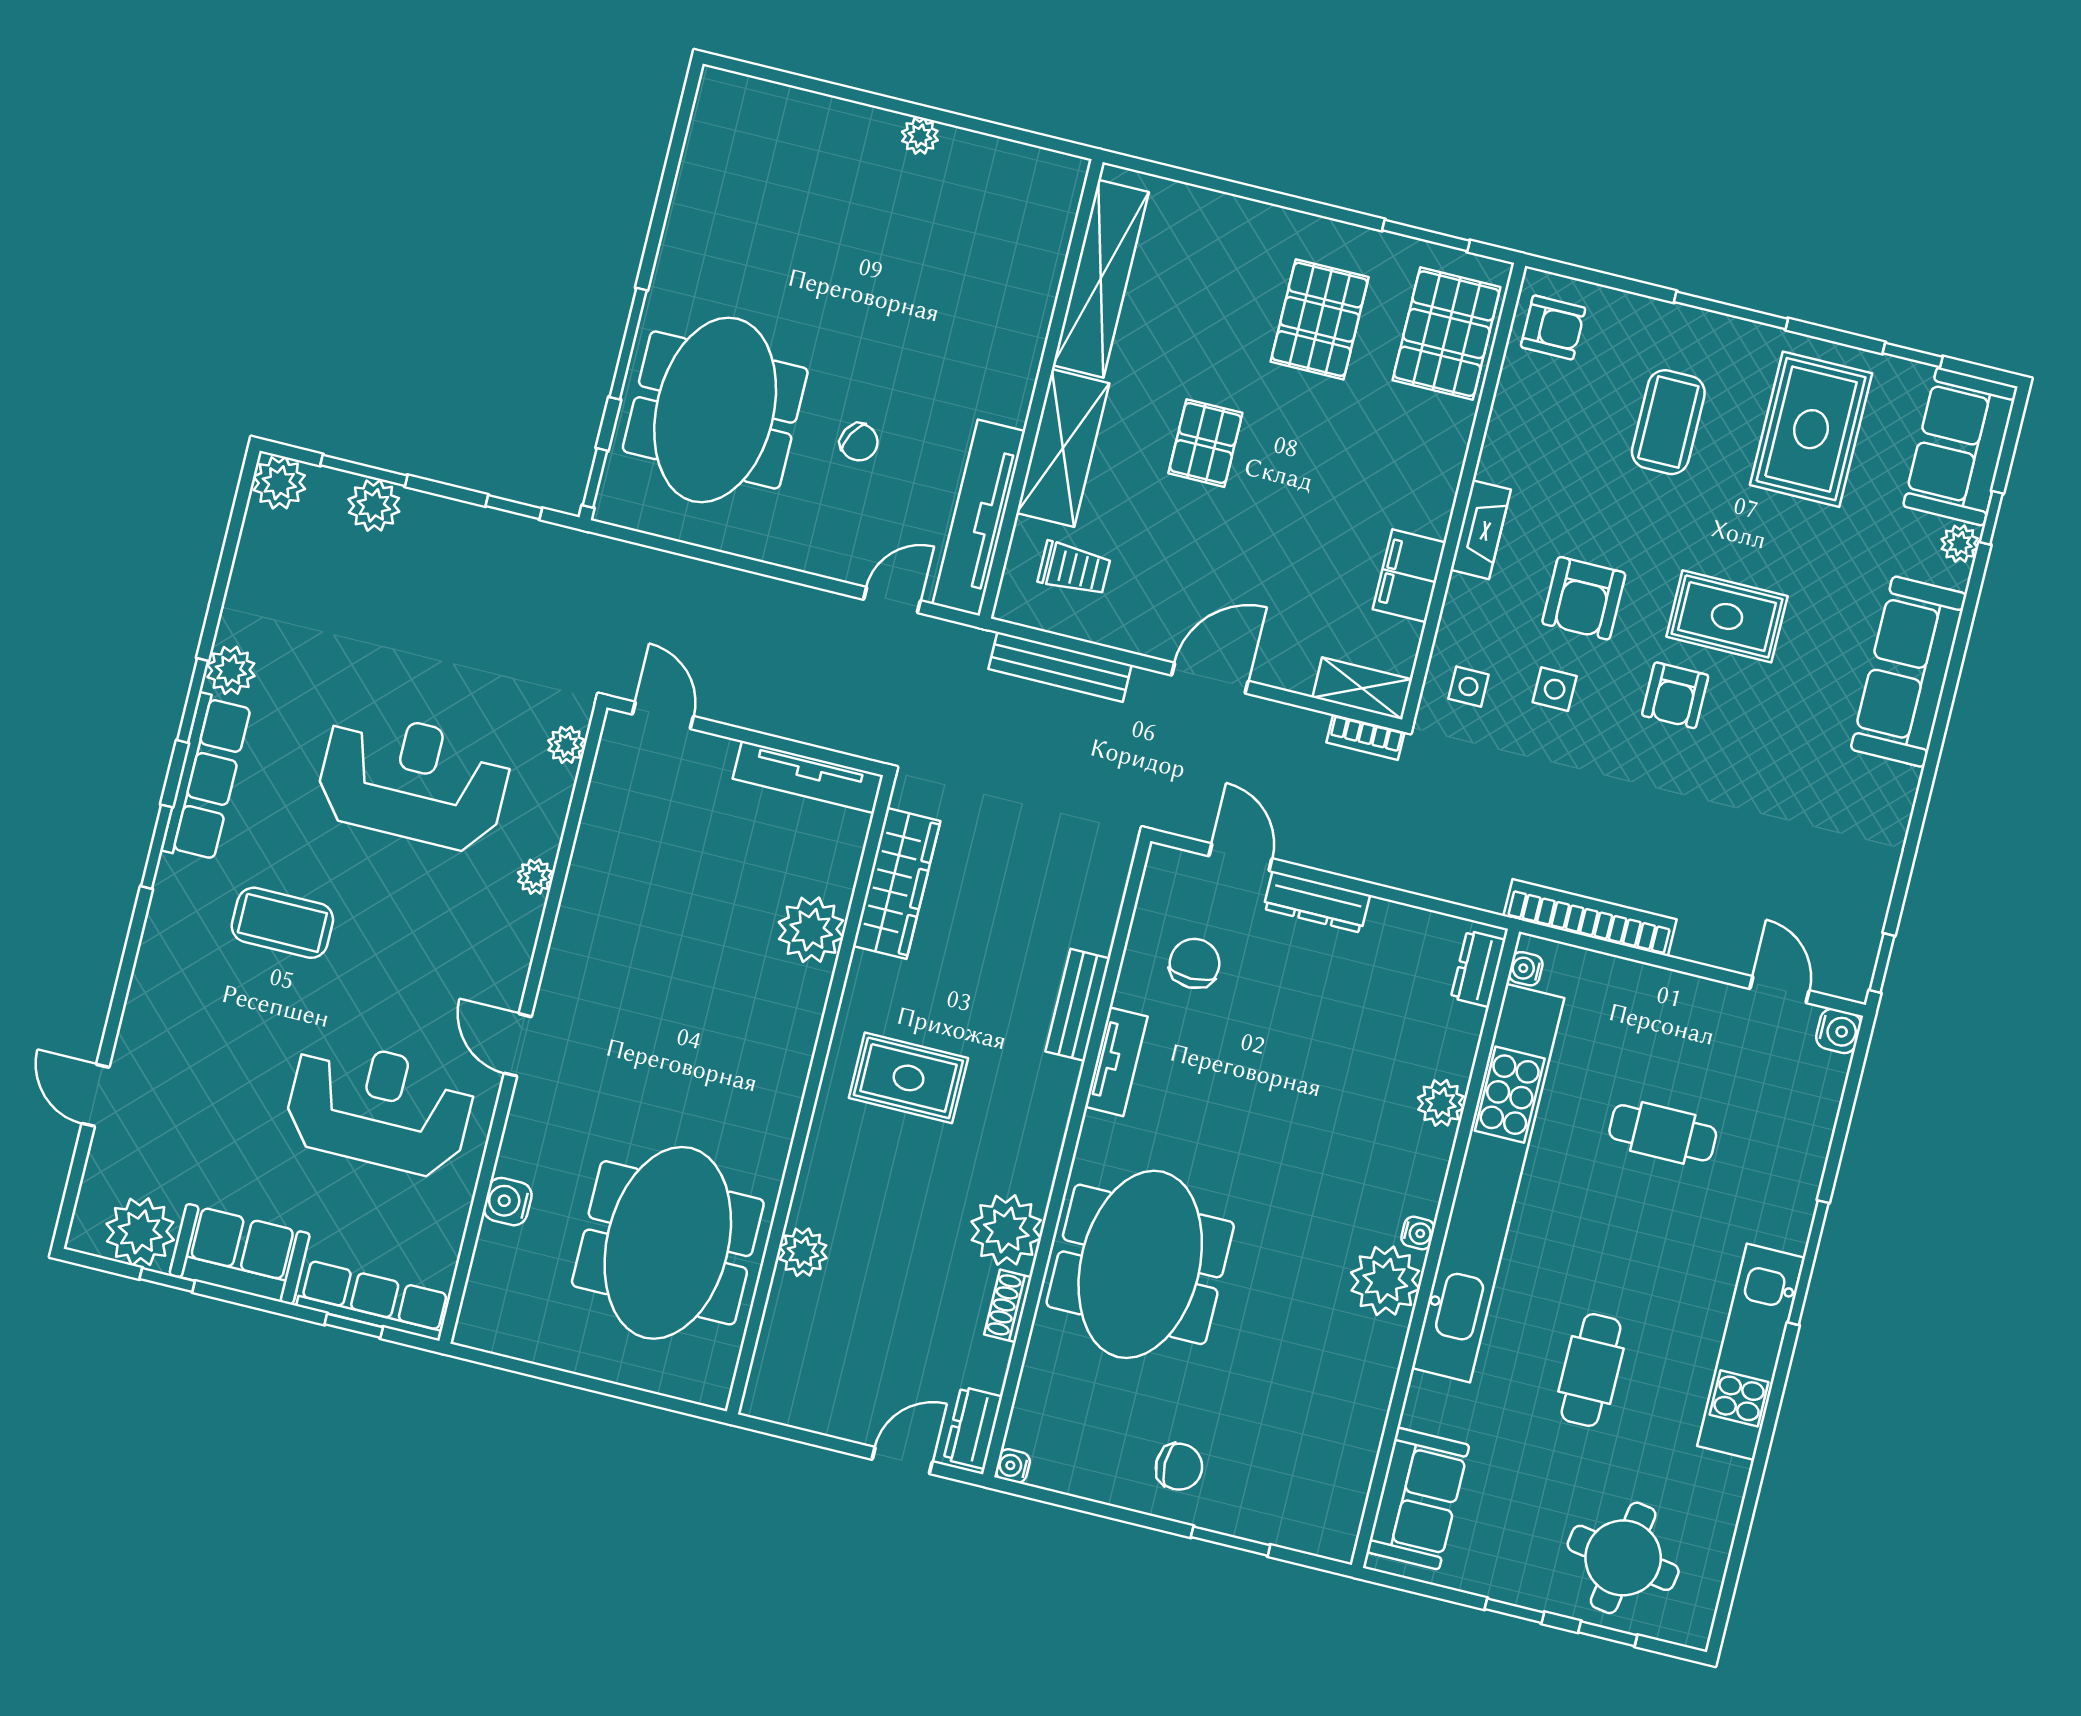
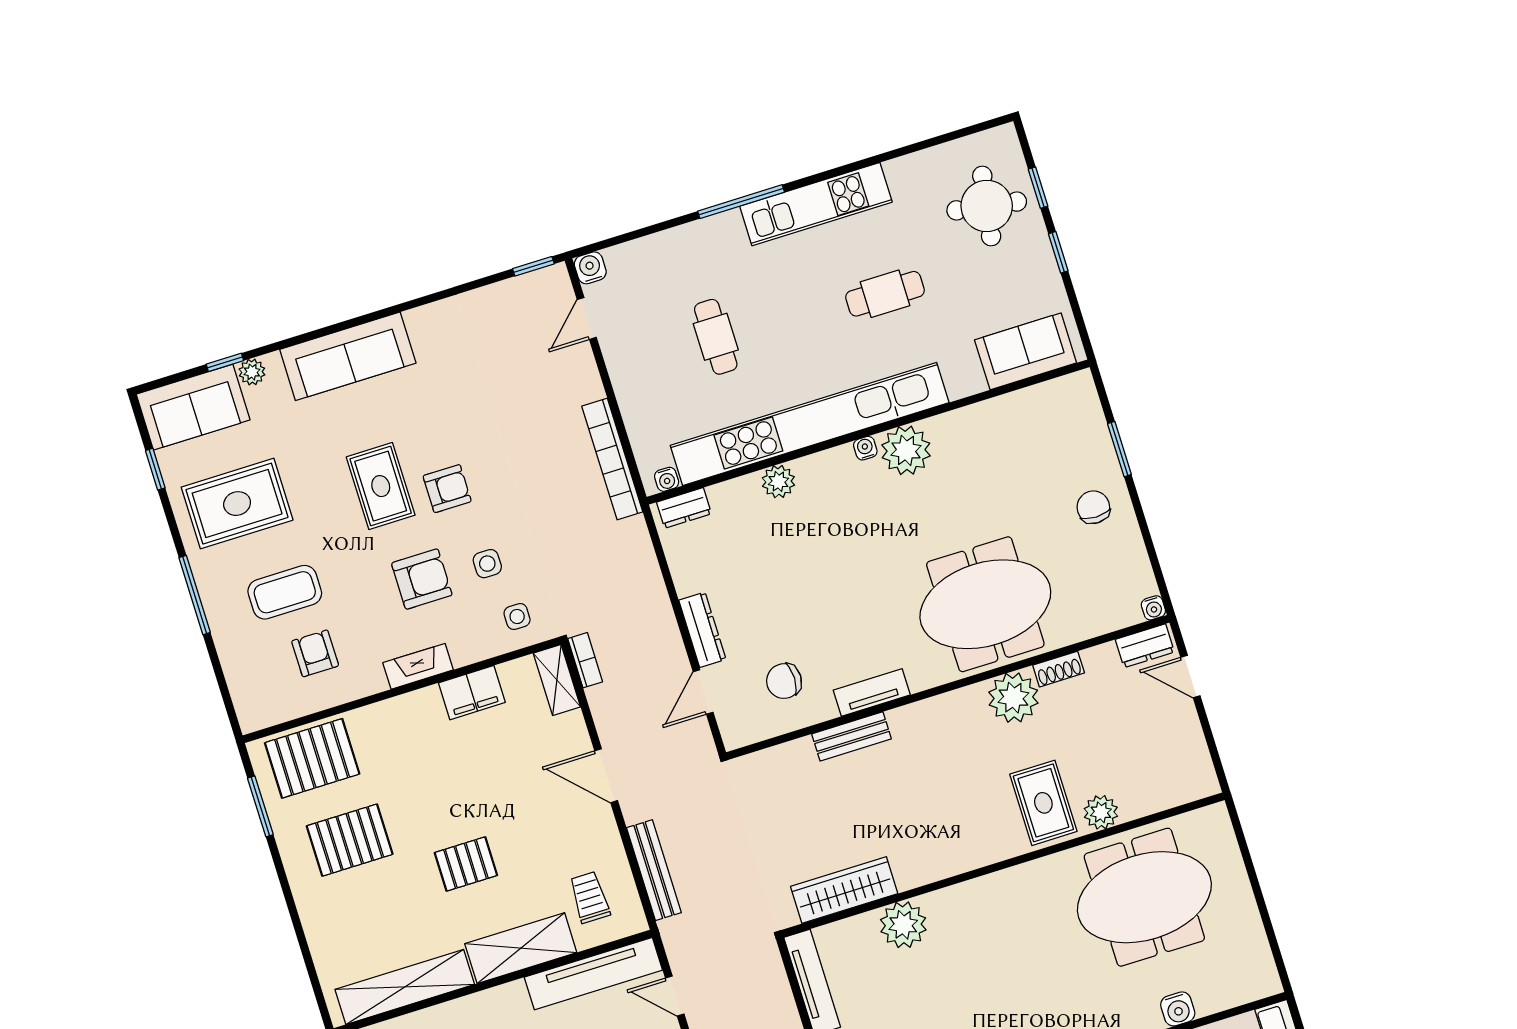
armchair: (1553, 327) -> (315, 653), moved
rug: (908, 1078) -> (1043, 803), moved

